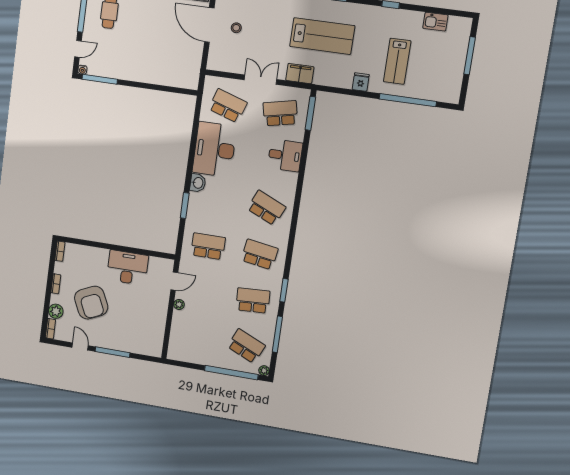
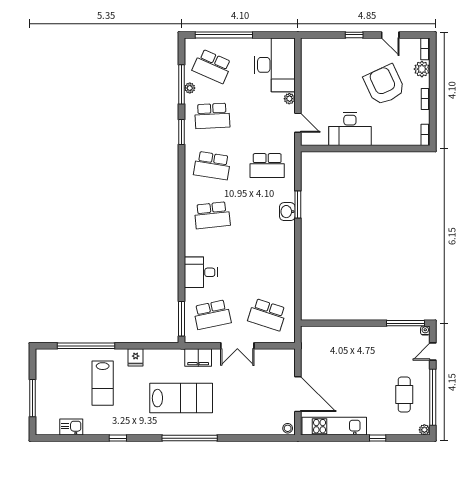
stool: (236, 28) -> (270, 395), removed
lab bench: (322, 36) -> (181, 398), turned 180
lab bench: (397, 61) -> (103, 383), turned 180
desk: (214, 149) -> (275, 65), moved
washbasin: (198, 183) -> (287, 212), moved
school desk: (266, 208) -> (212, 215), turned -30
door: (174, 281) -> (298, 123), swing flipped
window: (113, 352) -> (354, 35), width x0.46
plant: (264, 371) -> (190, 88), moved

